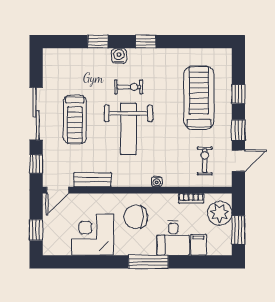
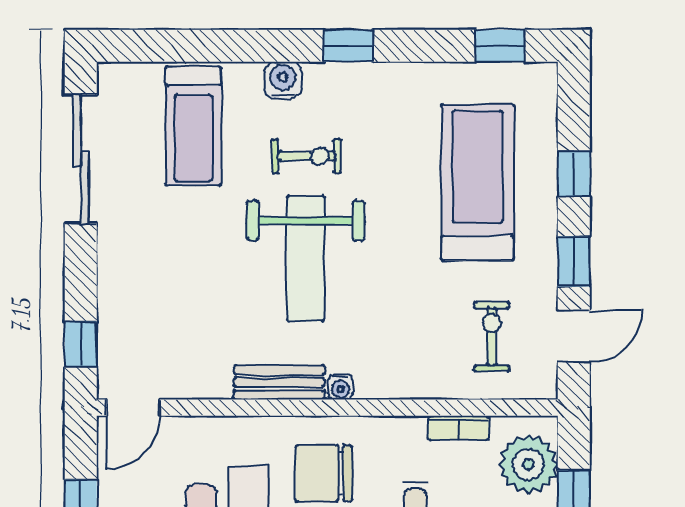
window: (98, 42) -> (500, 46), moved
sliding door: (36, 114) -> (81, 159), moved
treadmill: (75, 120) -> (193, 126), moved
bench: (93, 180) -> (279, 382), moved
water cooler: (157, 182) -> (341, 387), moved

